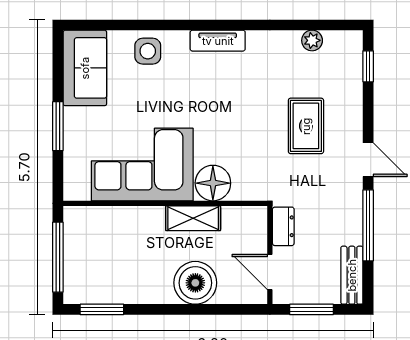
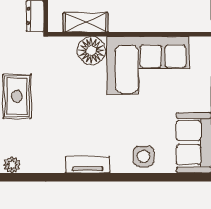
shelving: (193, 218) -> (86, 22), moved

